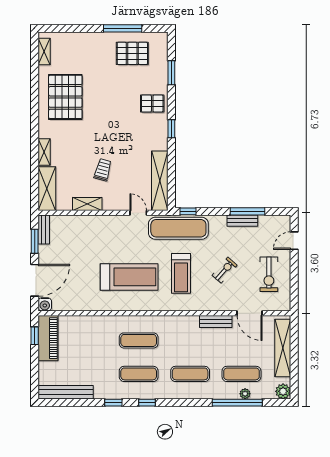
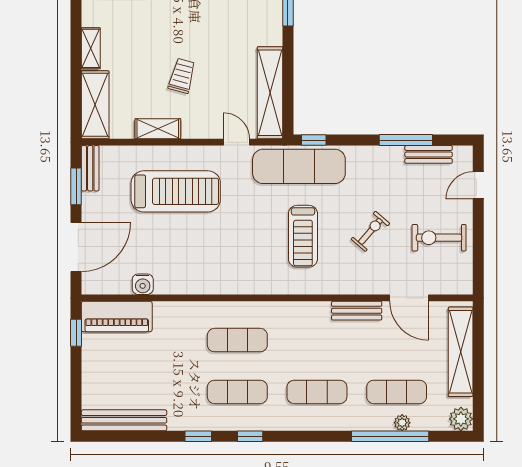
bench: (242, 221) -> (429, 154), moved
exercise bike: (269, 274) -> (439, 238), turned 90
treadmill: (129, 277) -> (176, 191), moved
water cooler: (45, 304) -> (143, 284), moved
piano: (48, 338) -> (117, 316), moved, turned 90

